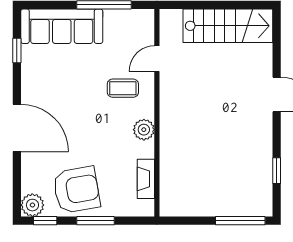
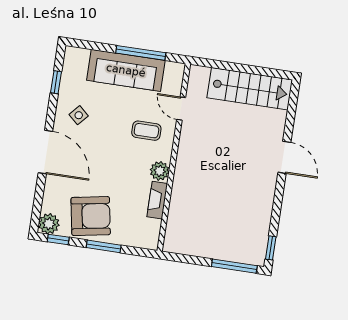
sofa: (62, 26) -> (126, 70), moved
door: (157, 59) -> (181, 109), hinge flipped
side table: (47, 83) -> (79, 115), added
window: (277, 171) -> (271, 248), moved
fireplace: (146, 179) -> (157, 200), moved

